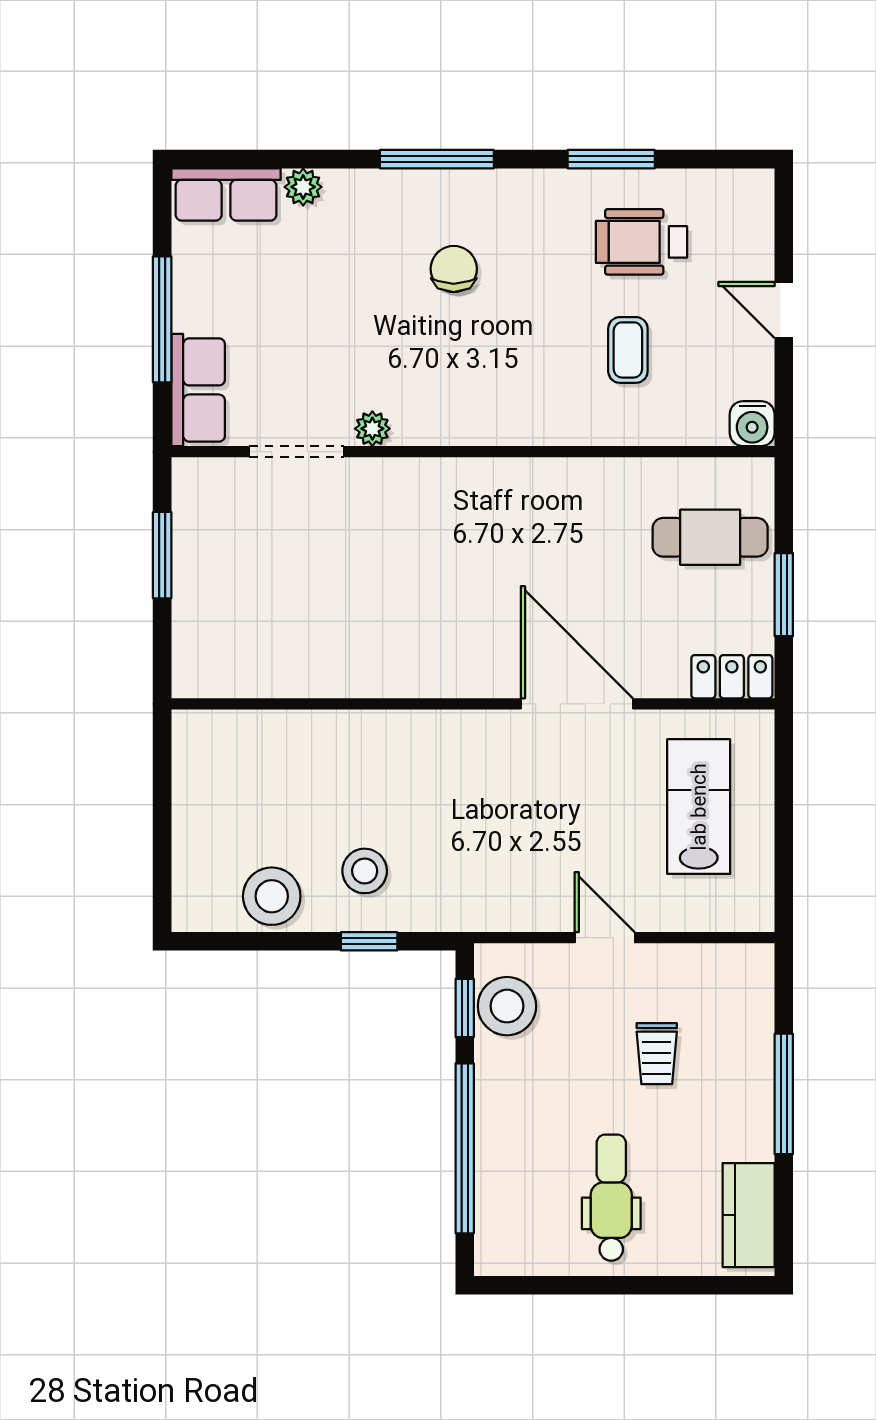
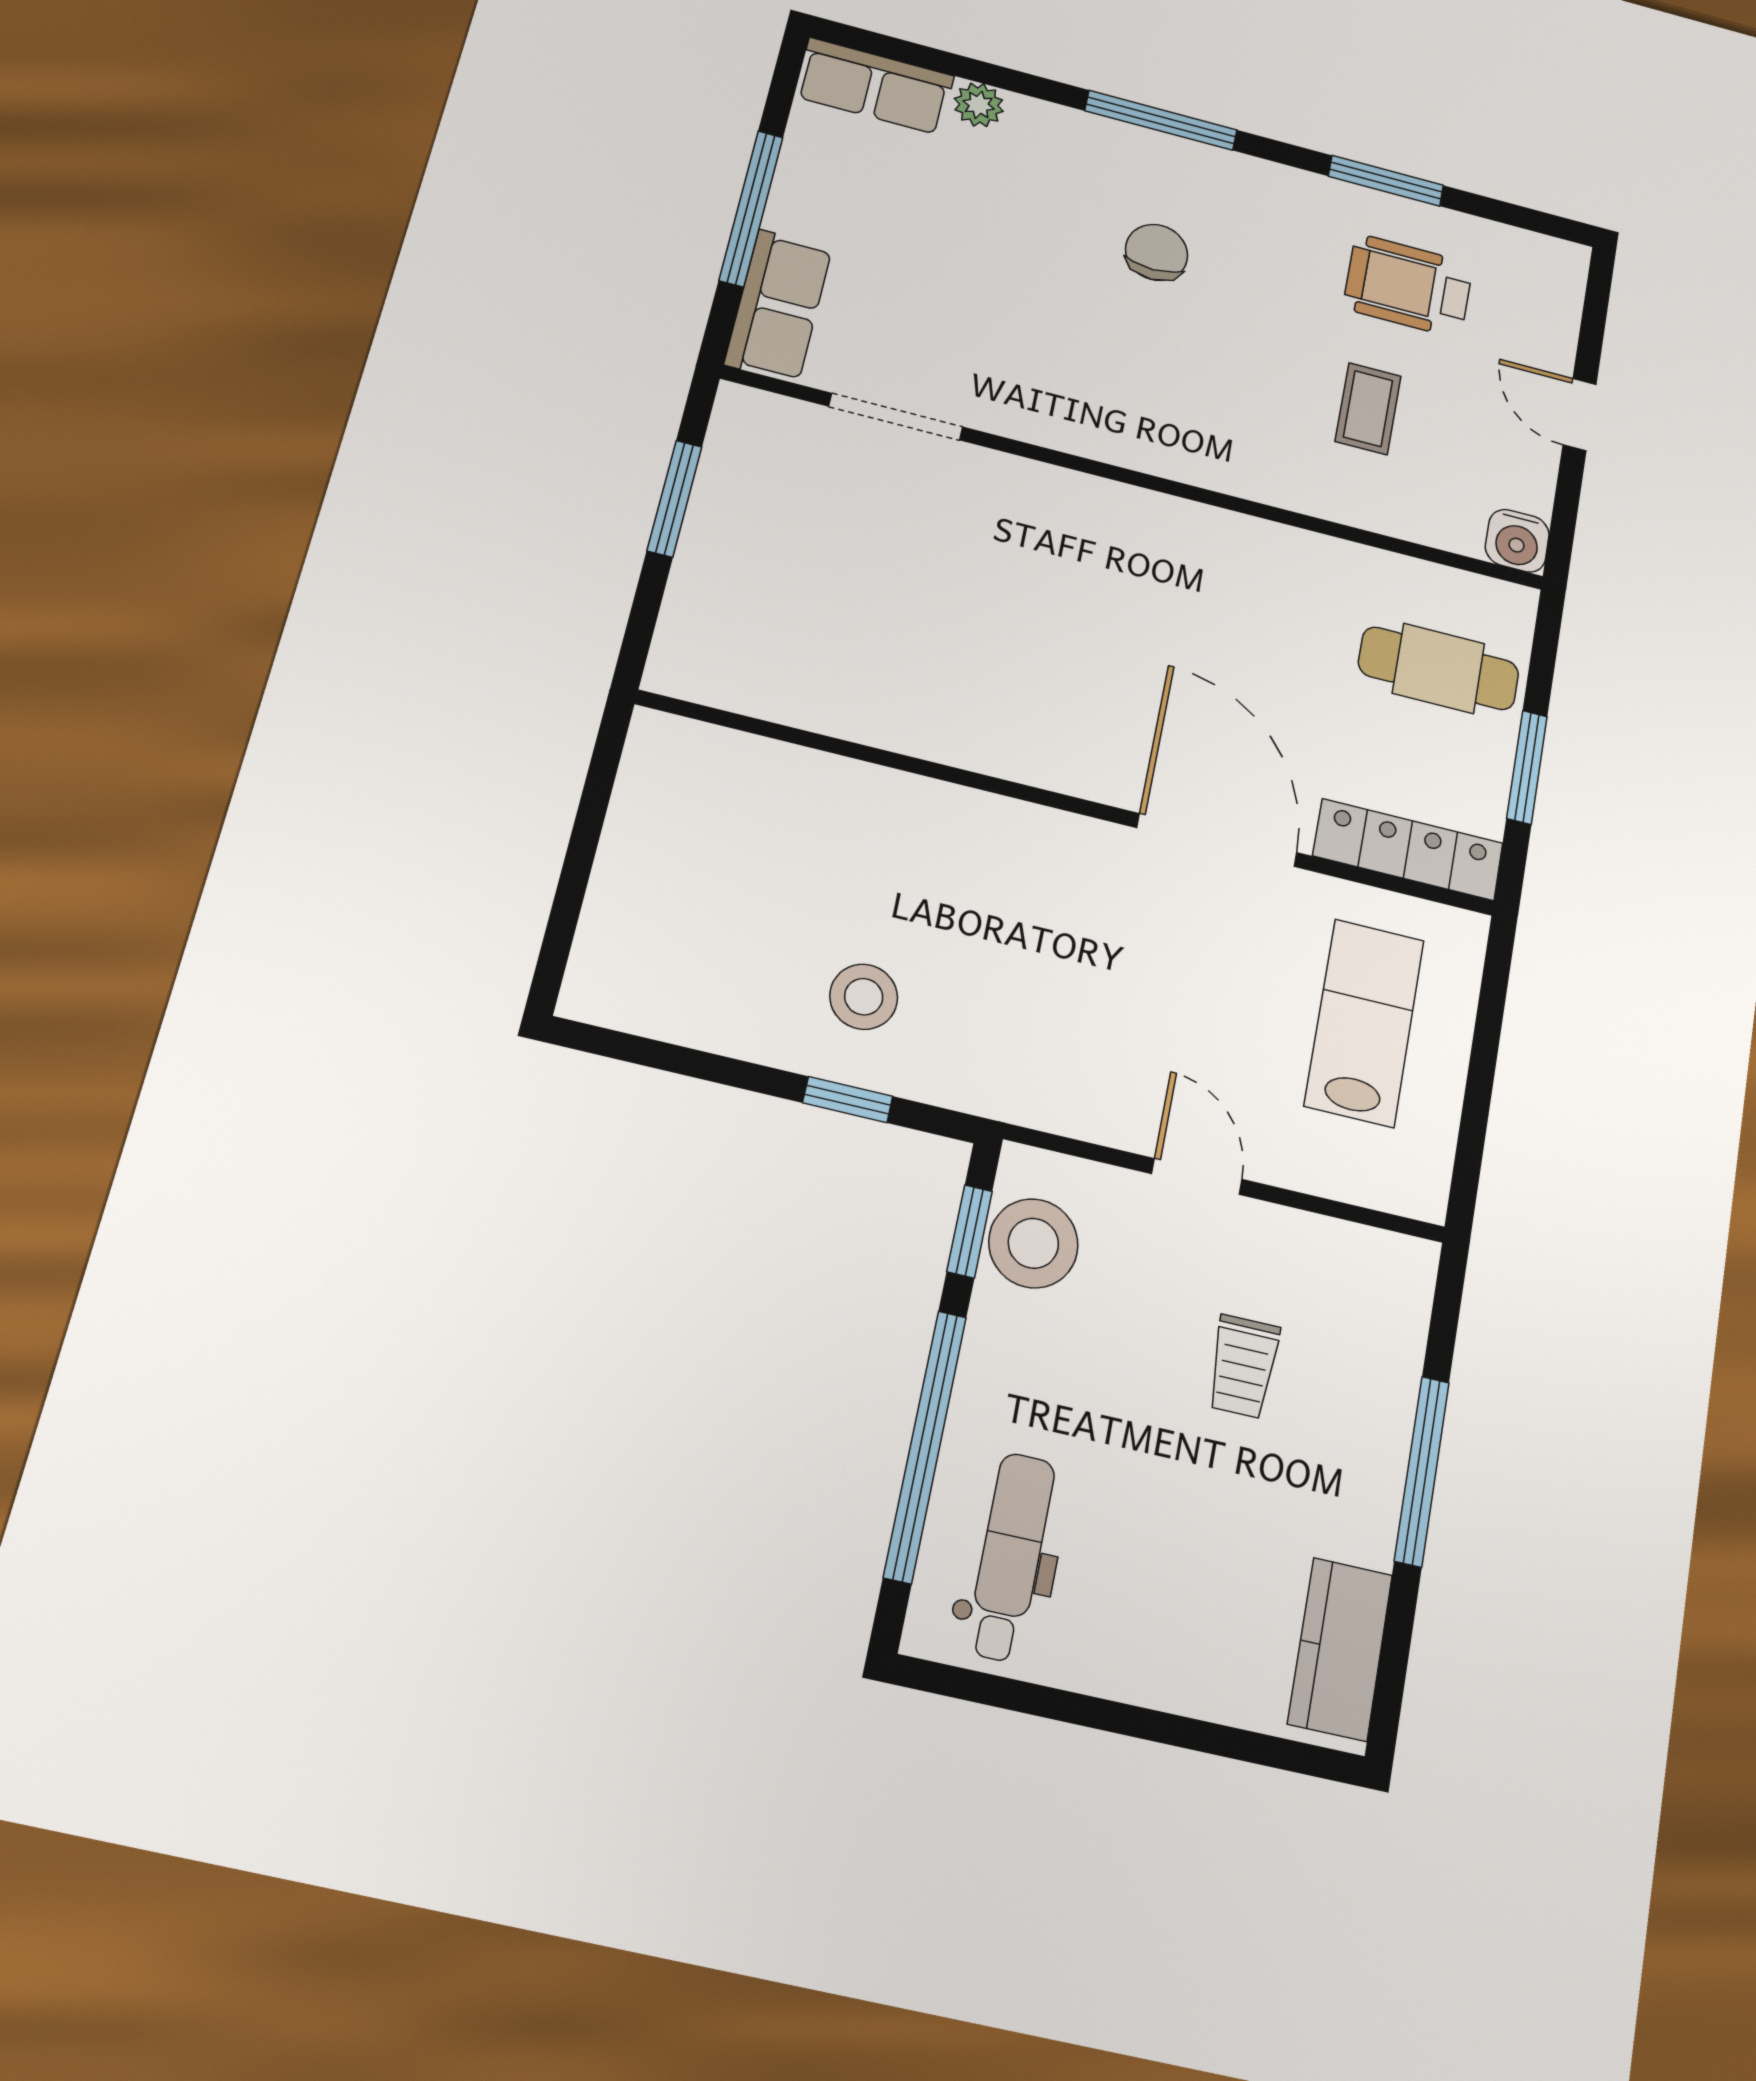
plant: (372, 429) -> (1006, 415), removed
locker: (732, 677) -> (1408, 850), width x1.53
stool: (272, 896) -> (717, 1000), removed
dental chair: (611, 1198) -> (1011, 1557), moved

